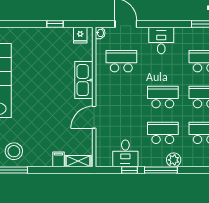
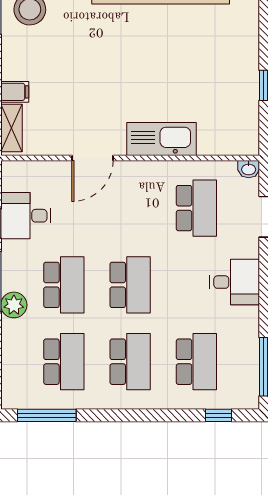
fridge: (80, 35) -> (245, 132), removed
door: (94, 117) -> (92, 158), swing flipped

